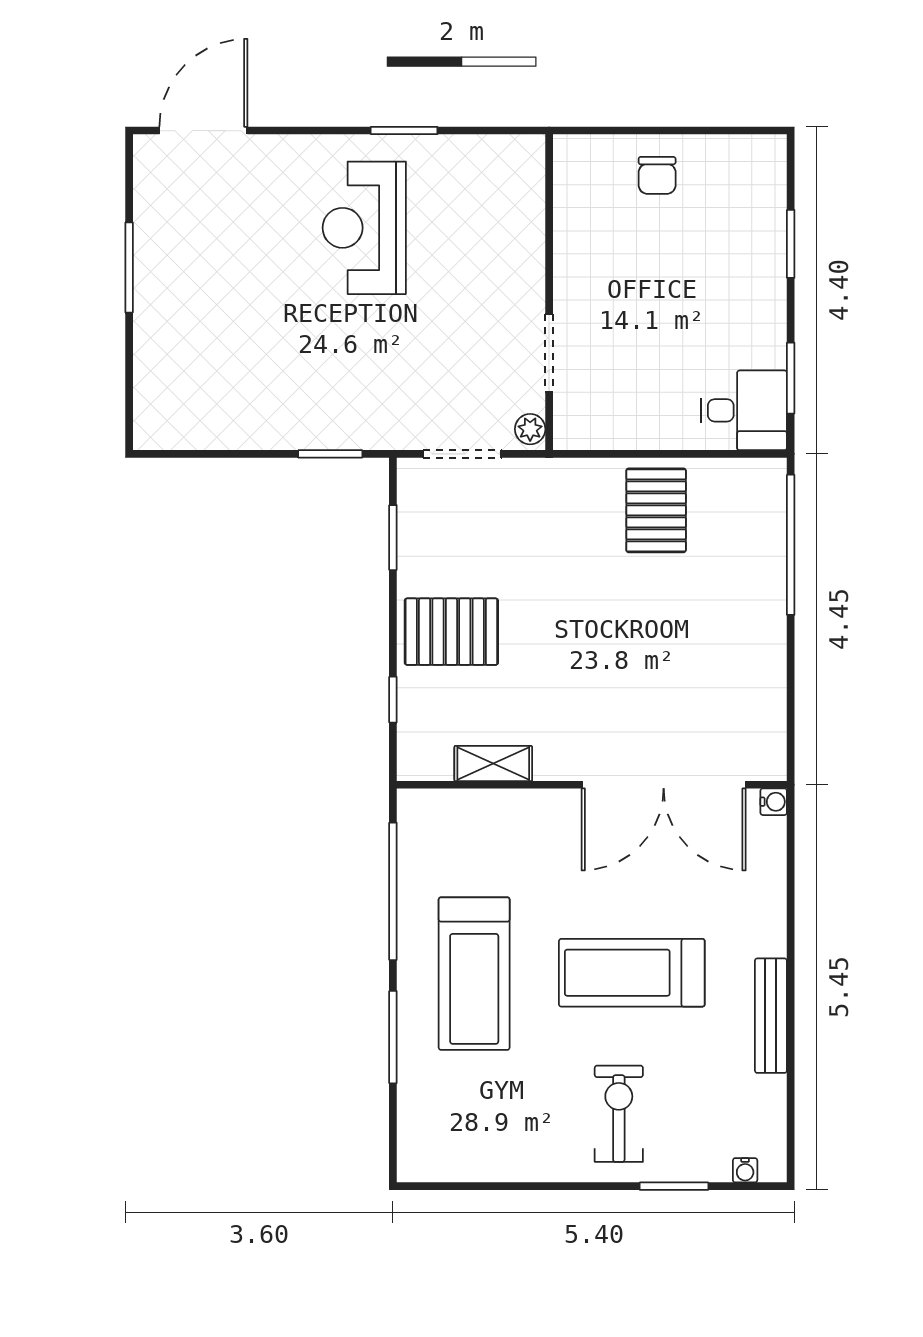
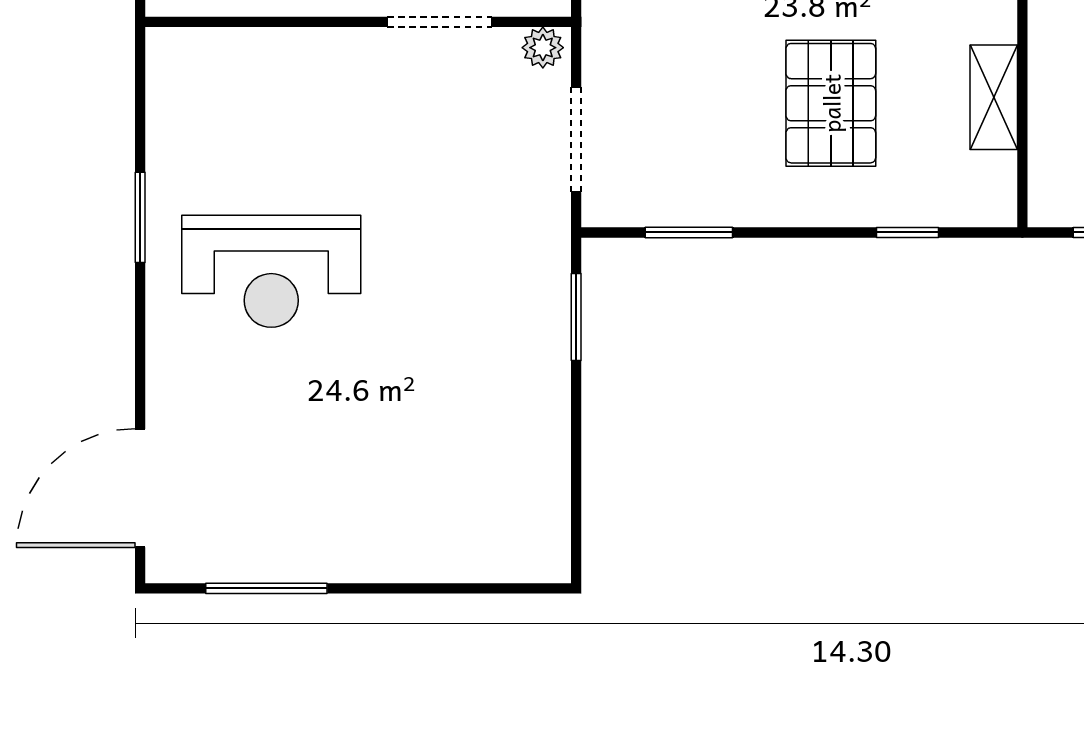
door: (203, 131) -> (140, 488), hinge flipped
window: (129, 267) -> (266, 588), moved
pallet: (451, 632) -> (831, 103), moved

